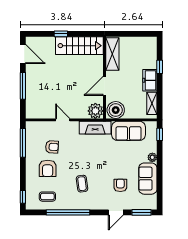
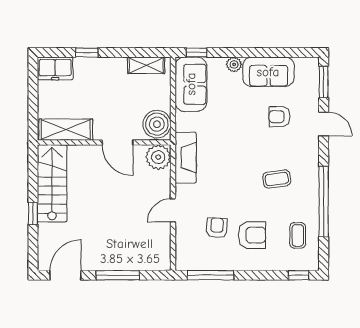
freezer: (150, 80) -> (55, 68), moved
sofa: (128, 131) -> (191, 84), moved

